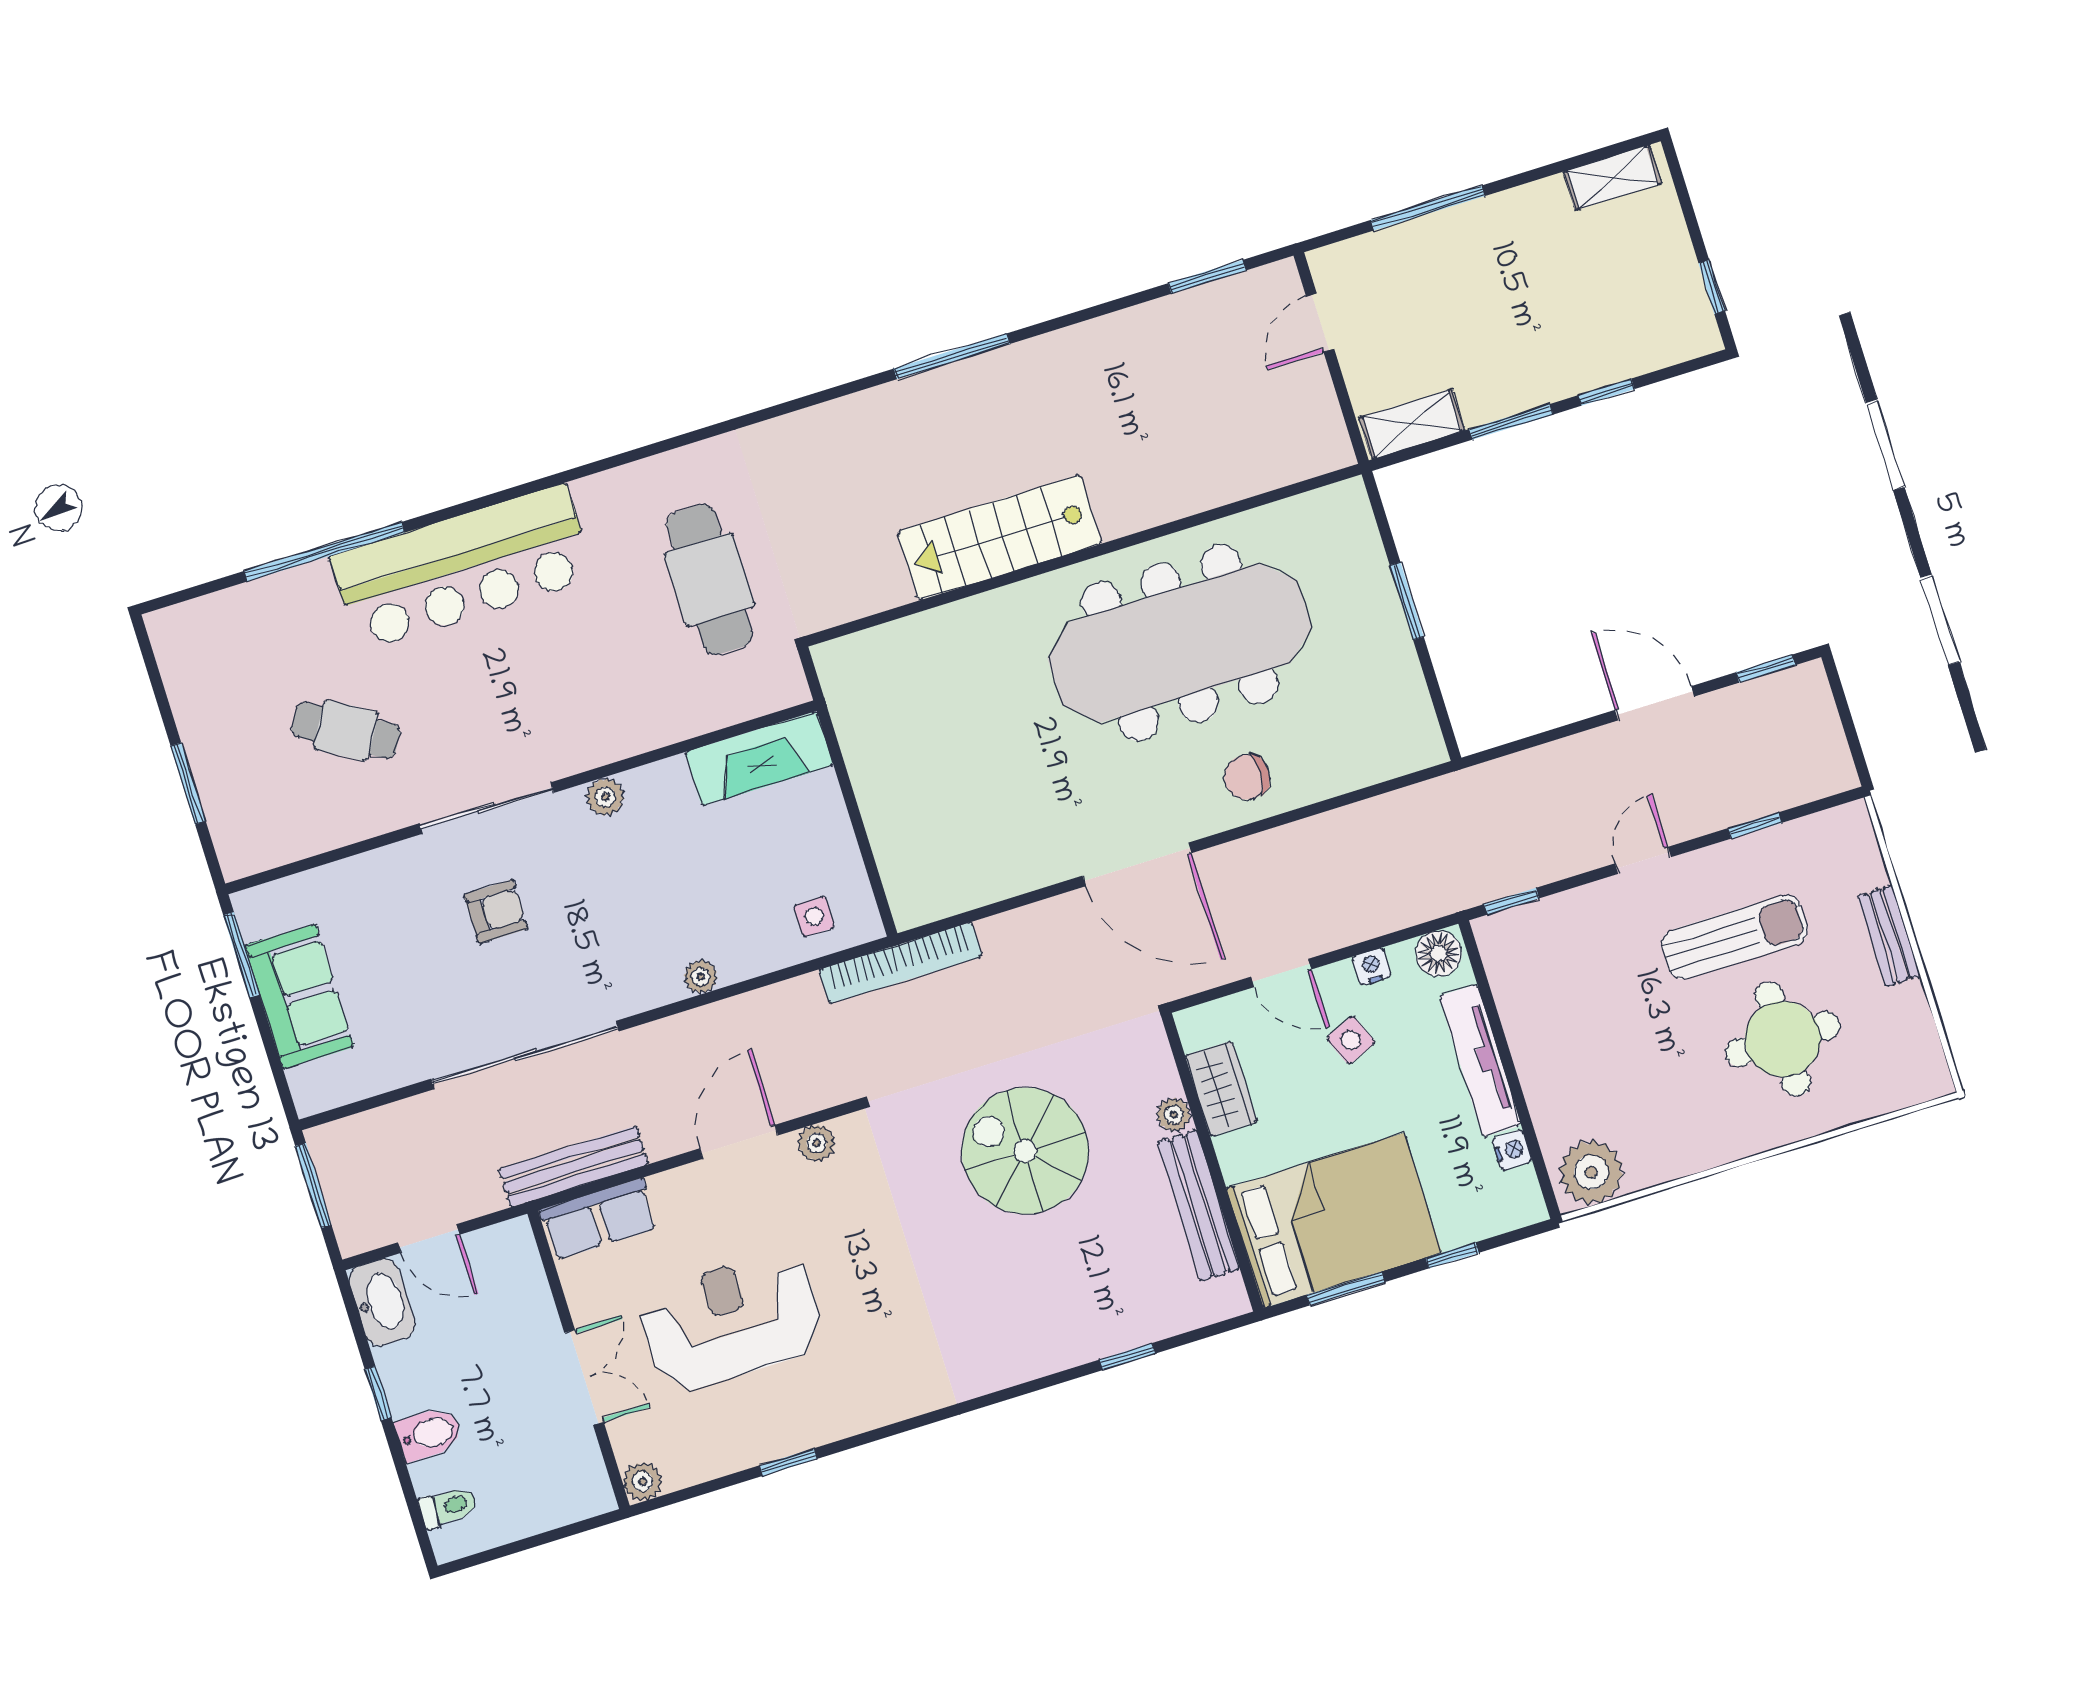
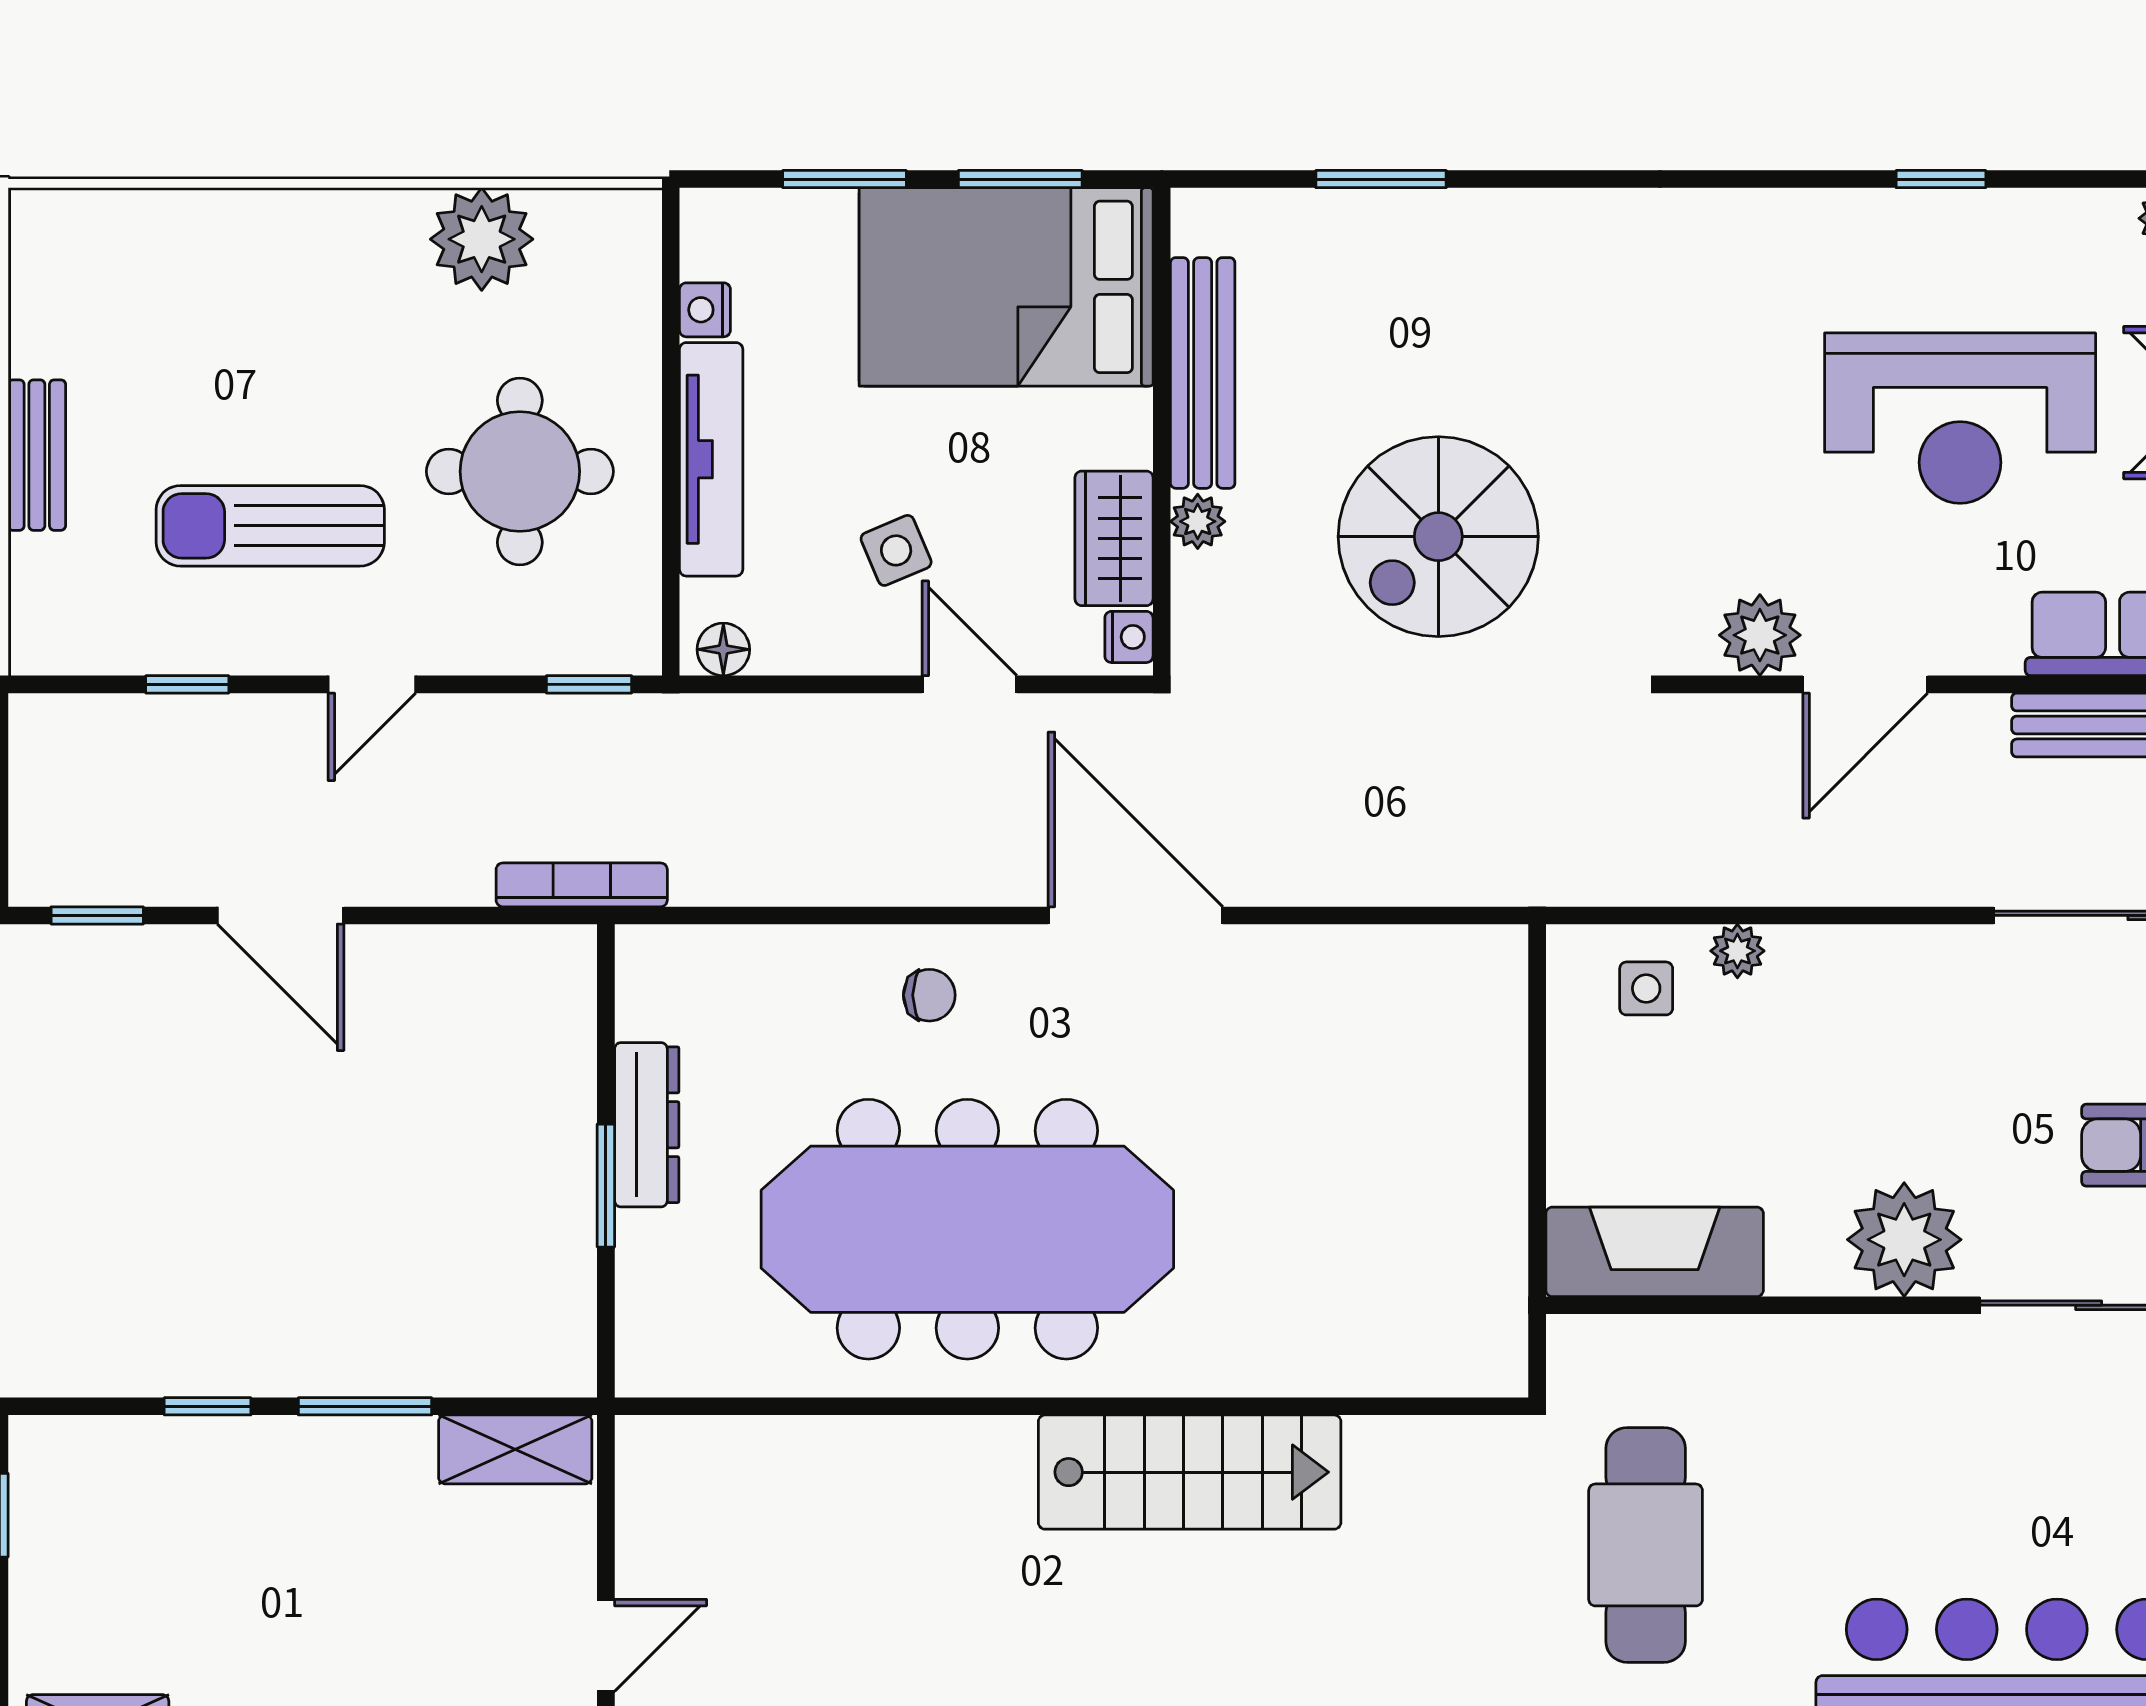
dresser: (1394, 645) -> (647, 1125), added
chair: (1247, 777) -> (929, 995), width x0.73, depth x0.73
plant: (605, 797) -> (1904, 1240), width x1.88, depth x1.88
floor lamp: (1439, 954) -> (723, 649), width x0.73, depth x0.73
bookcase: (900, 963) -> (582, 885), moved, width x0.68, depth x0.76
nightstand: (1372, 967) -> (1129, 637), moved, turned -90
plant: (701, 977) -> (1737, 951), moved
round table: (1783, 1039) -> (520, 471), moved
plant: (817, 1143) -> (1760, 635), width x1.38, depth x1.38
spiral stairs: (1025, 1151) -> (1438, 537), turned 90
plant: (1591, 1172) -> (482, 239), moved
window: (1452, 1255) -> (844, 179), width x1.50
window: (1127, 1357) -> (1381, 179), width x1.50

